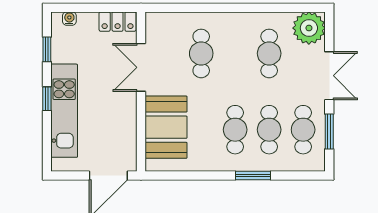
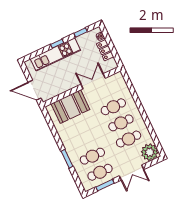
locker: (118, 22) -> (105, 50), moved
cafe table: (235, 130) -> (121, 123), moved

